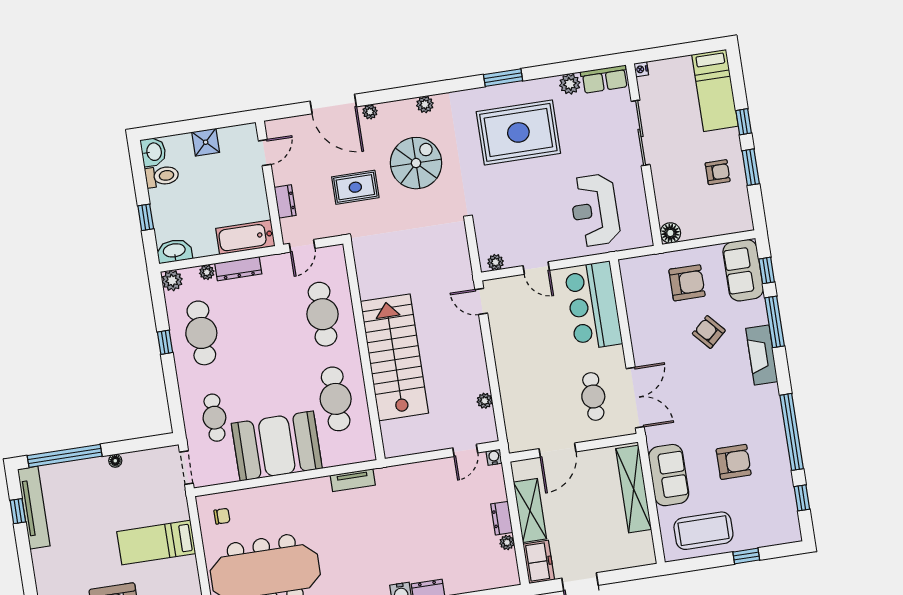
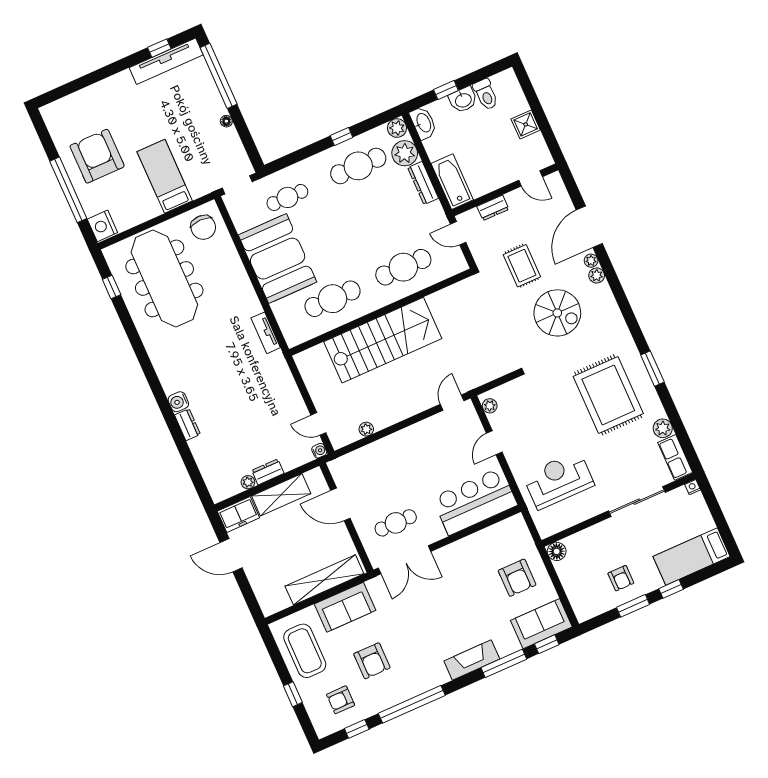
plant: (425, 104) -> (597, 275), moved
washbasin: (153, 152) -> (463, 100), moved
plant: (207, 272) -> (405, 153), width x1.88, depth x1.88
armchair: (709, 332) -> (341, 700), moved, turned -138
chair: (222, 516) -> (203, 227), width x1.87, depth x1.87

